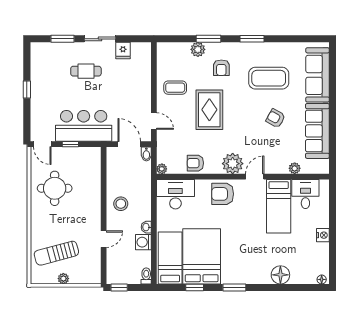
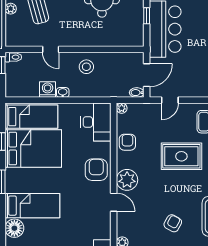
bed: (279, 206) -> (32, 206), moved, turned 180
toilet: (146, 276) -> (13, 57), moved

